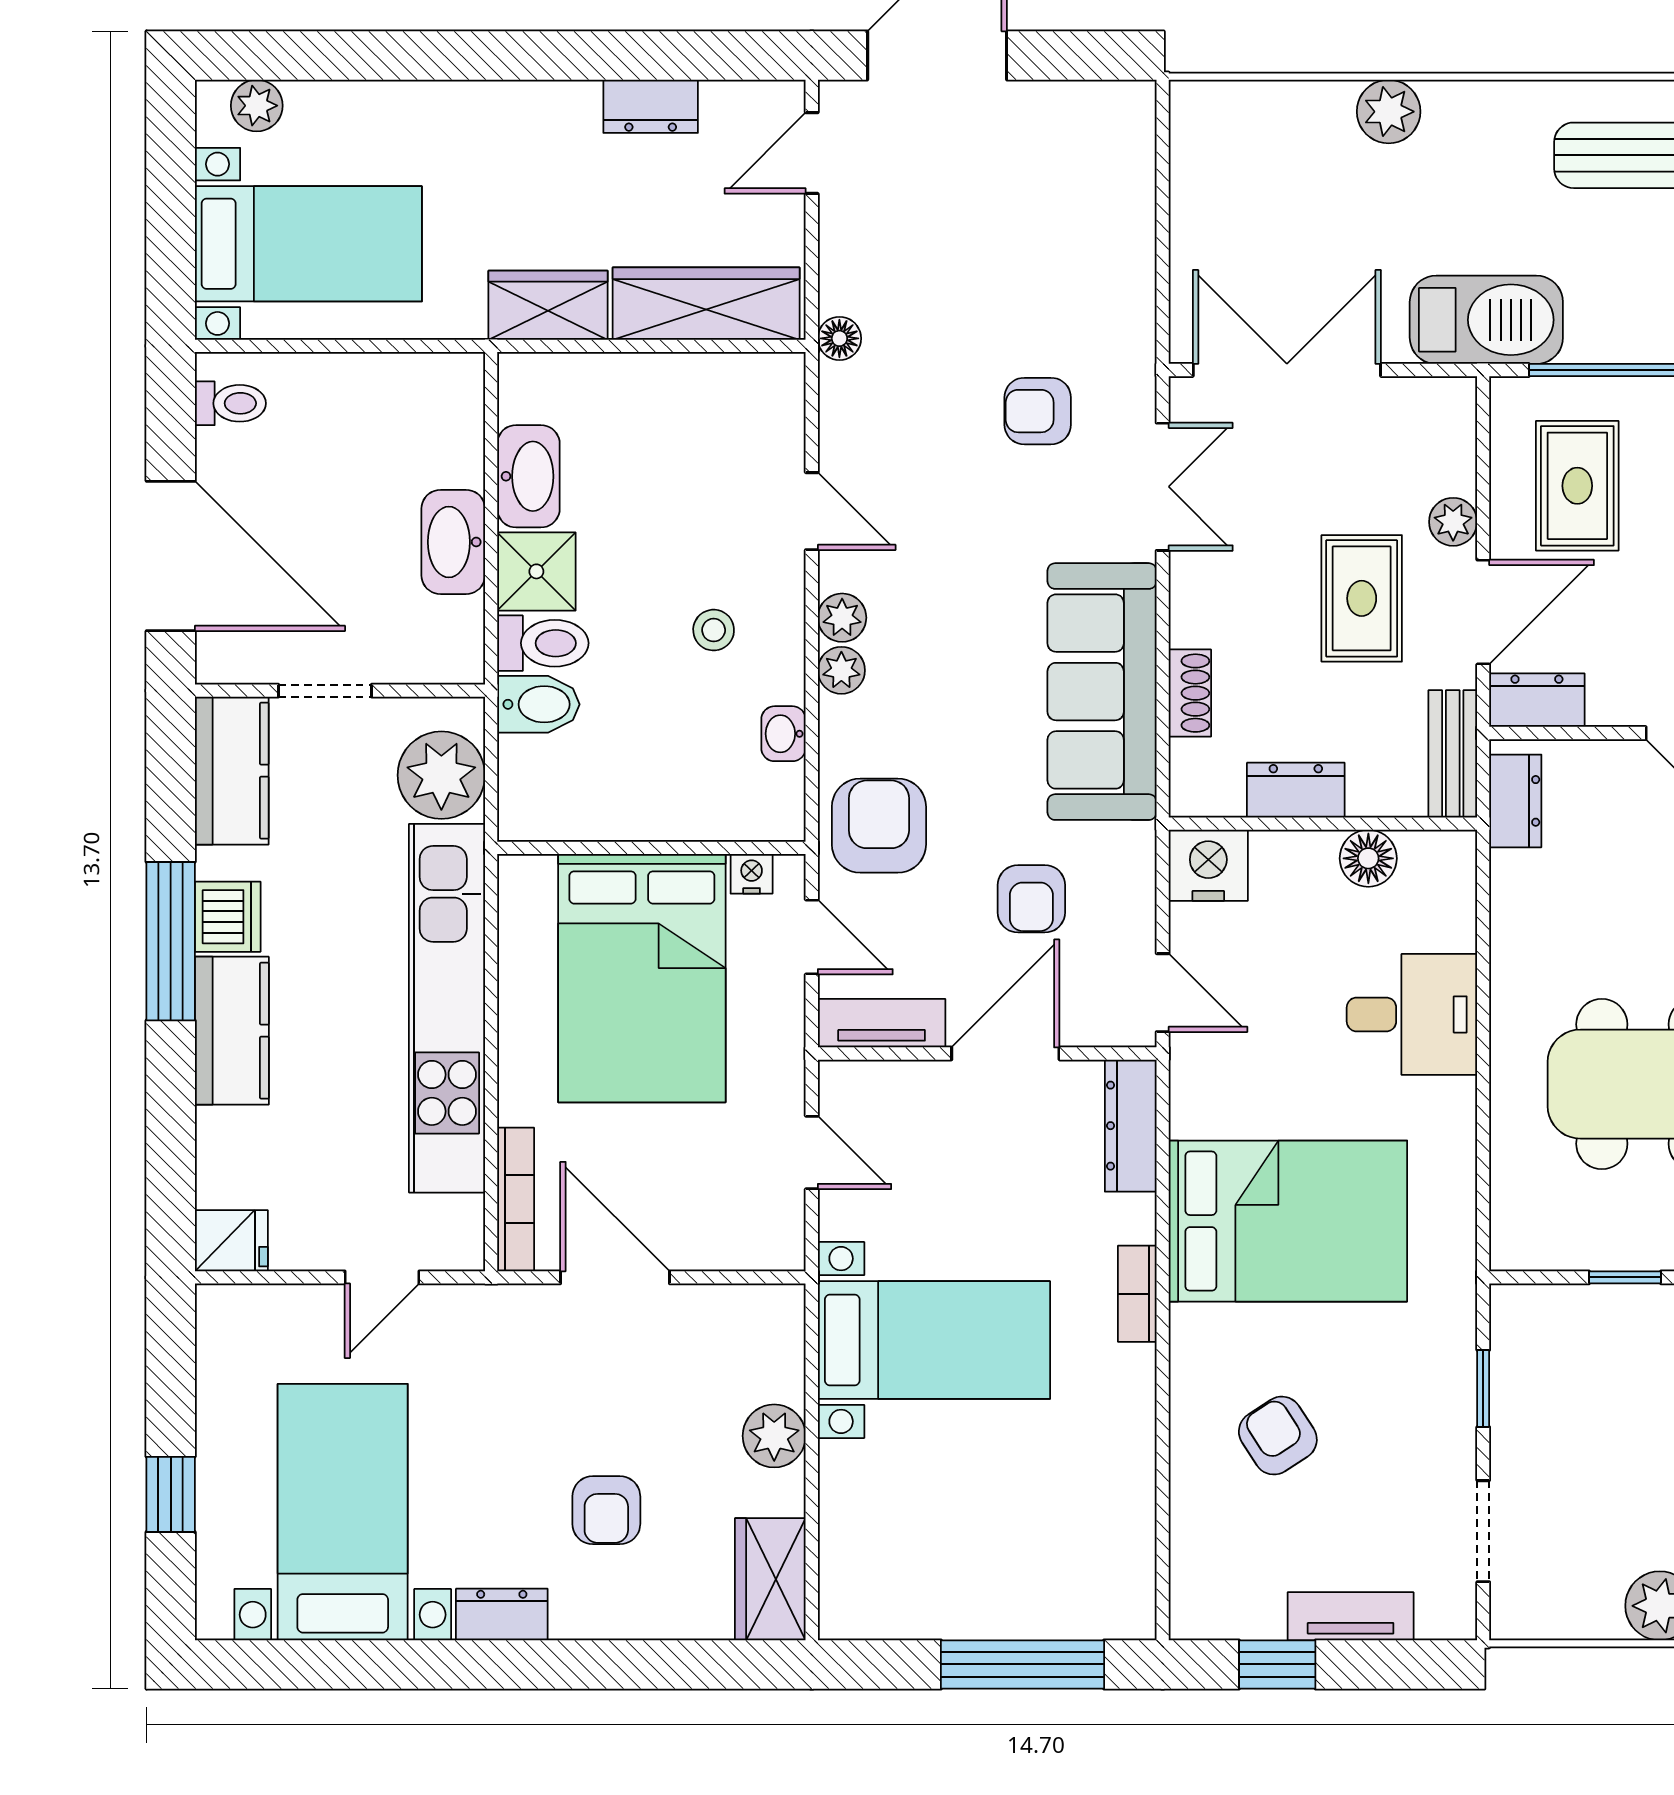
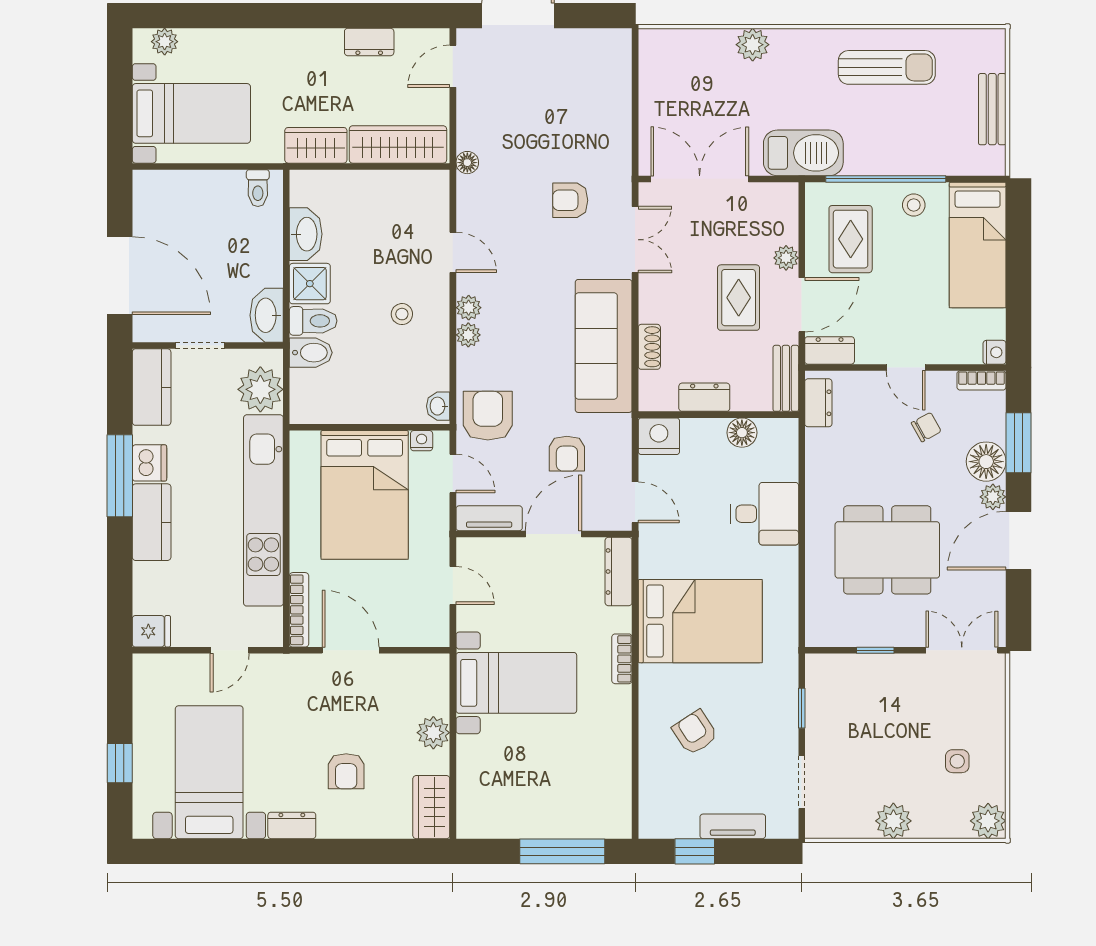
toilet: (230, 403) -> (258, 188), moved, turned 90
washbasin: (453, 542) -> (267, 315), moved
washbasin: (783, 734) -> (438, 406), moved

